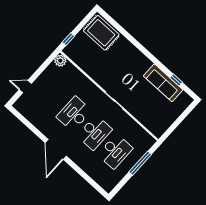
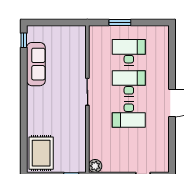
window: (176, 80) -> (24, 40), moved
window: (140, 163) -> (120, 23), width x0.69

